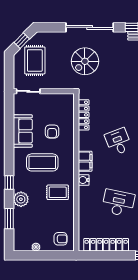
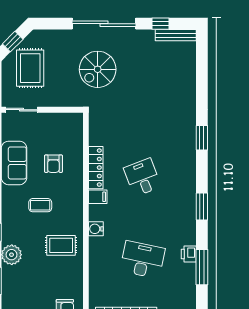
locker: (84, 115) -> (96, 168), moved
filing cabinet: (85, 161) -> (98, 197), width x0.50
coffee table: (42, 162) -> (40, 205), width x0.54, depth x0.58

